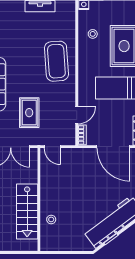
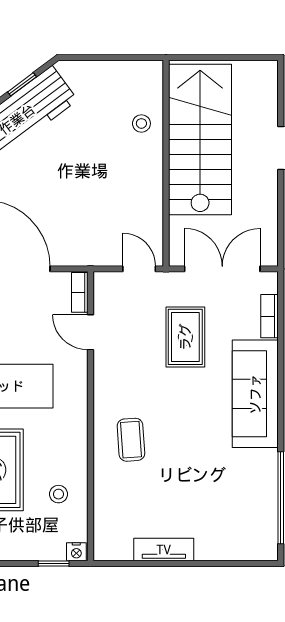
coffee table: (56, 61) -> (131, 440), width x0.54, depth x0.58
door: (77, 115) -> (90, 332), hinge flipped
stairs: (27, 211) -> (200, 140), width x1.36, depth x1.51

